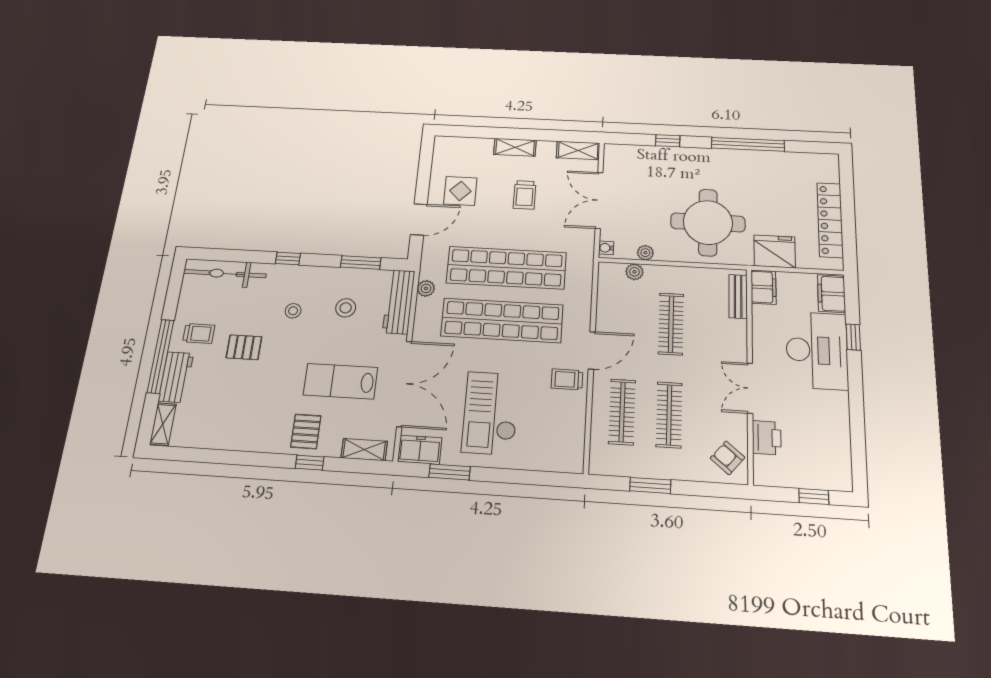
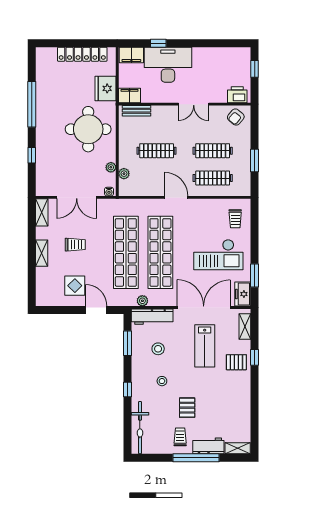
trolley: (567, 379) -> (235, 219), moved
printer: (767, 438) -> (237, 95), moved

